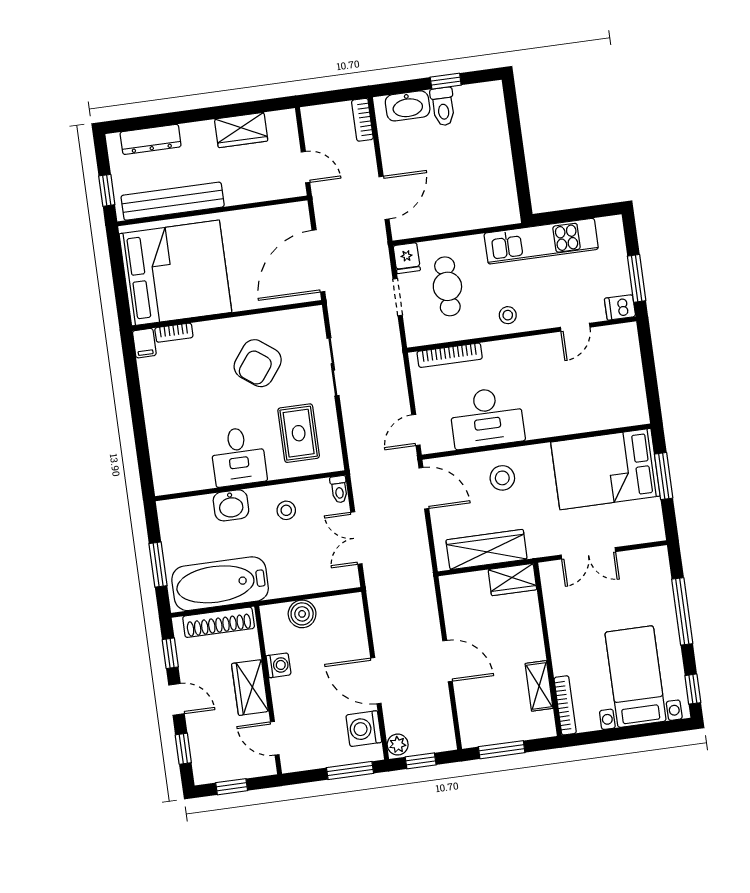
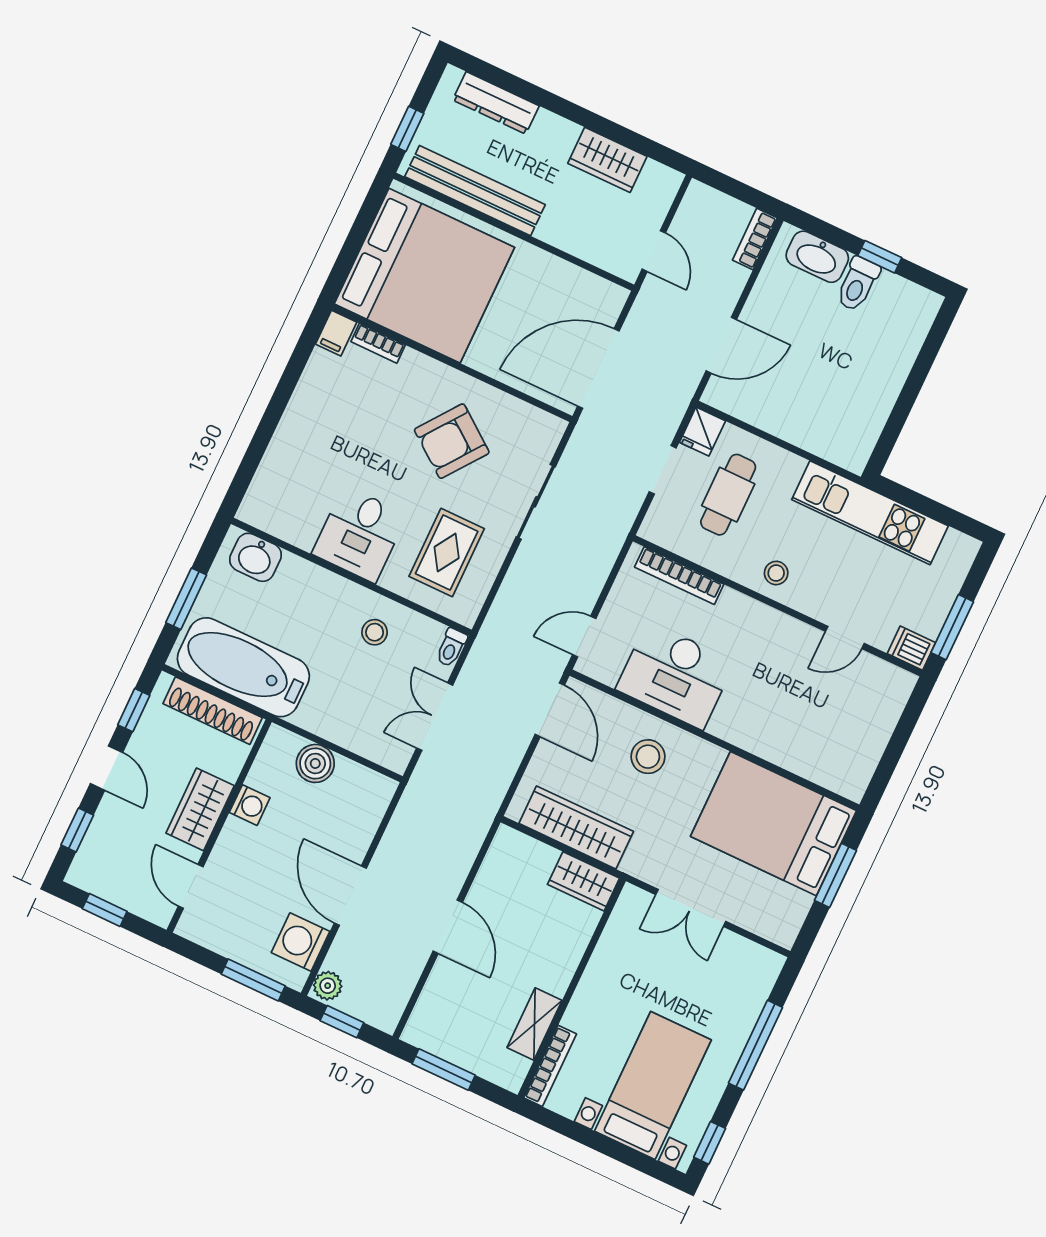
washbasin: (231, 505) -> (255, 557), moved

